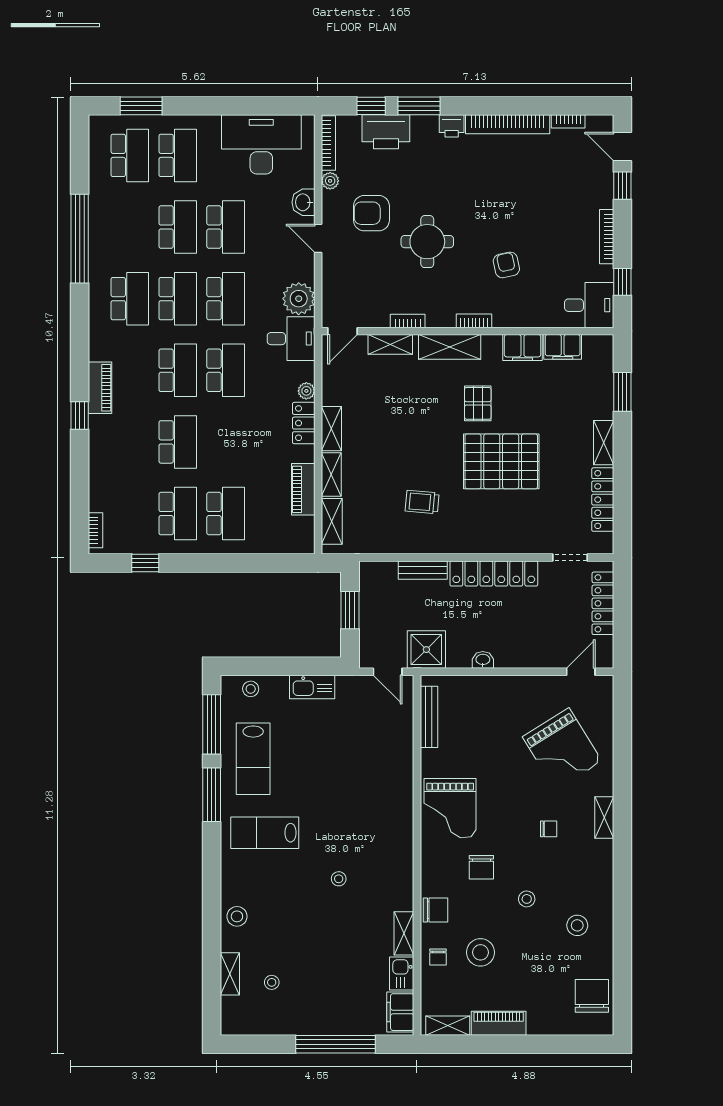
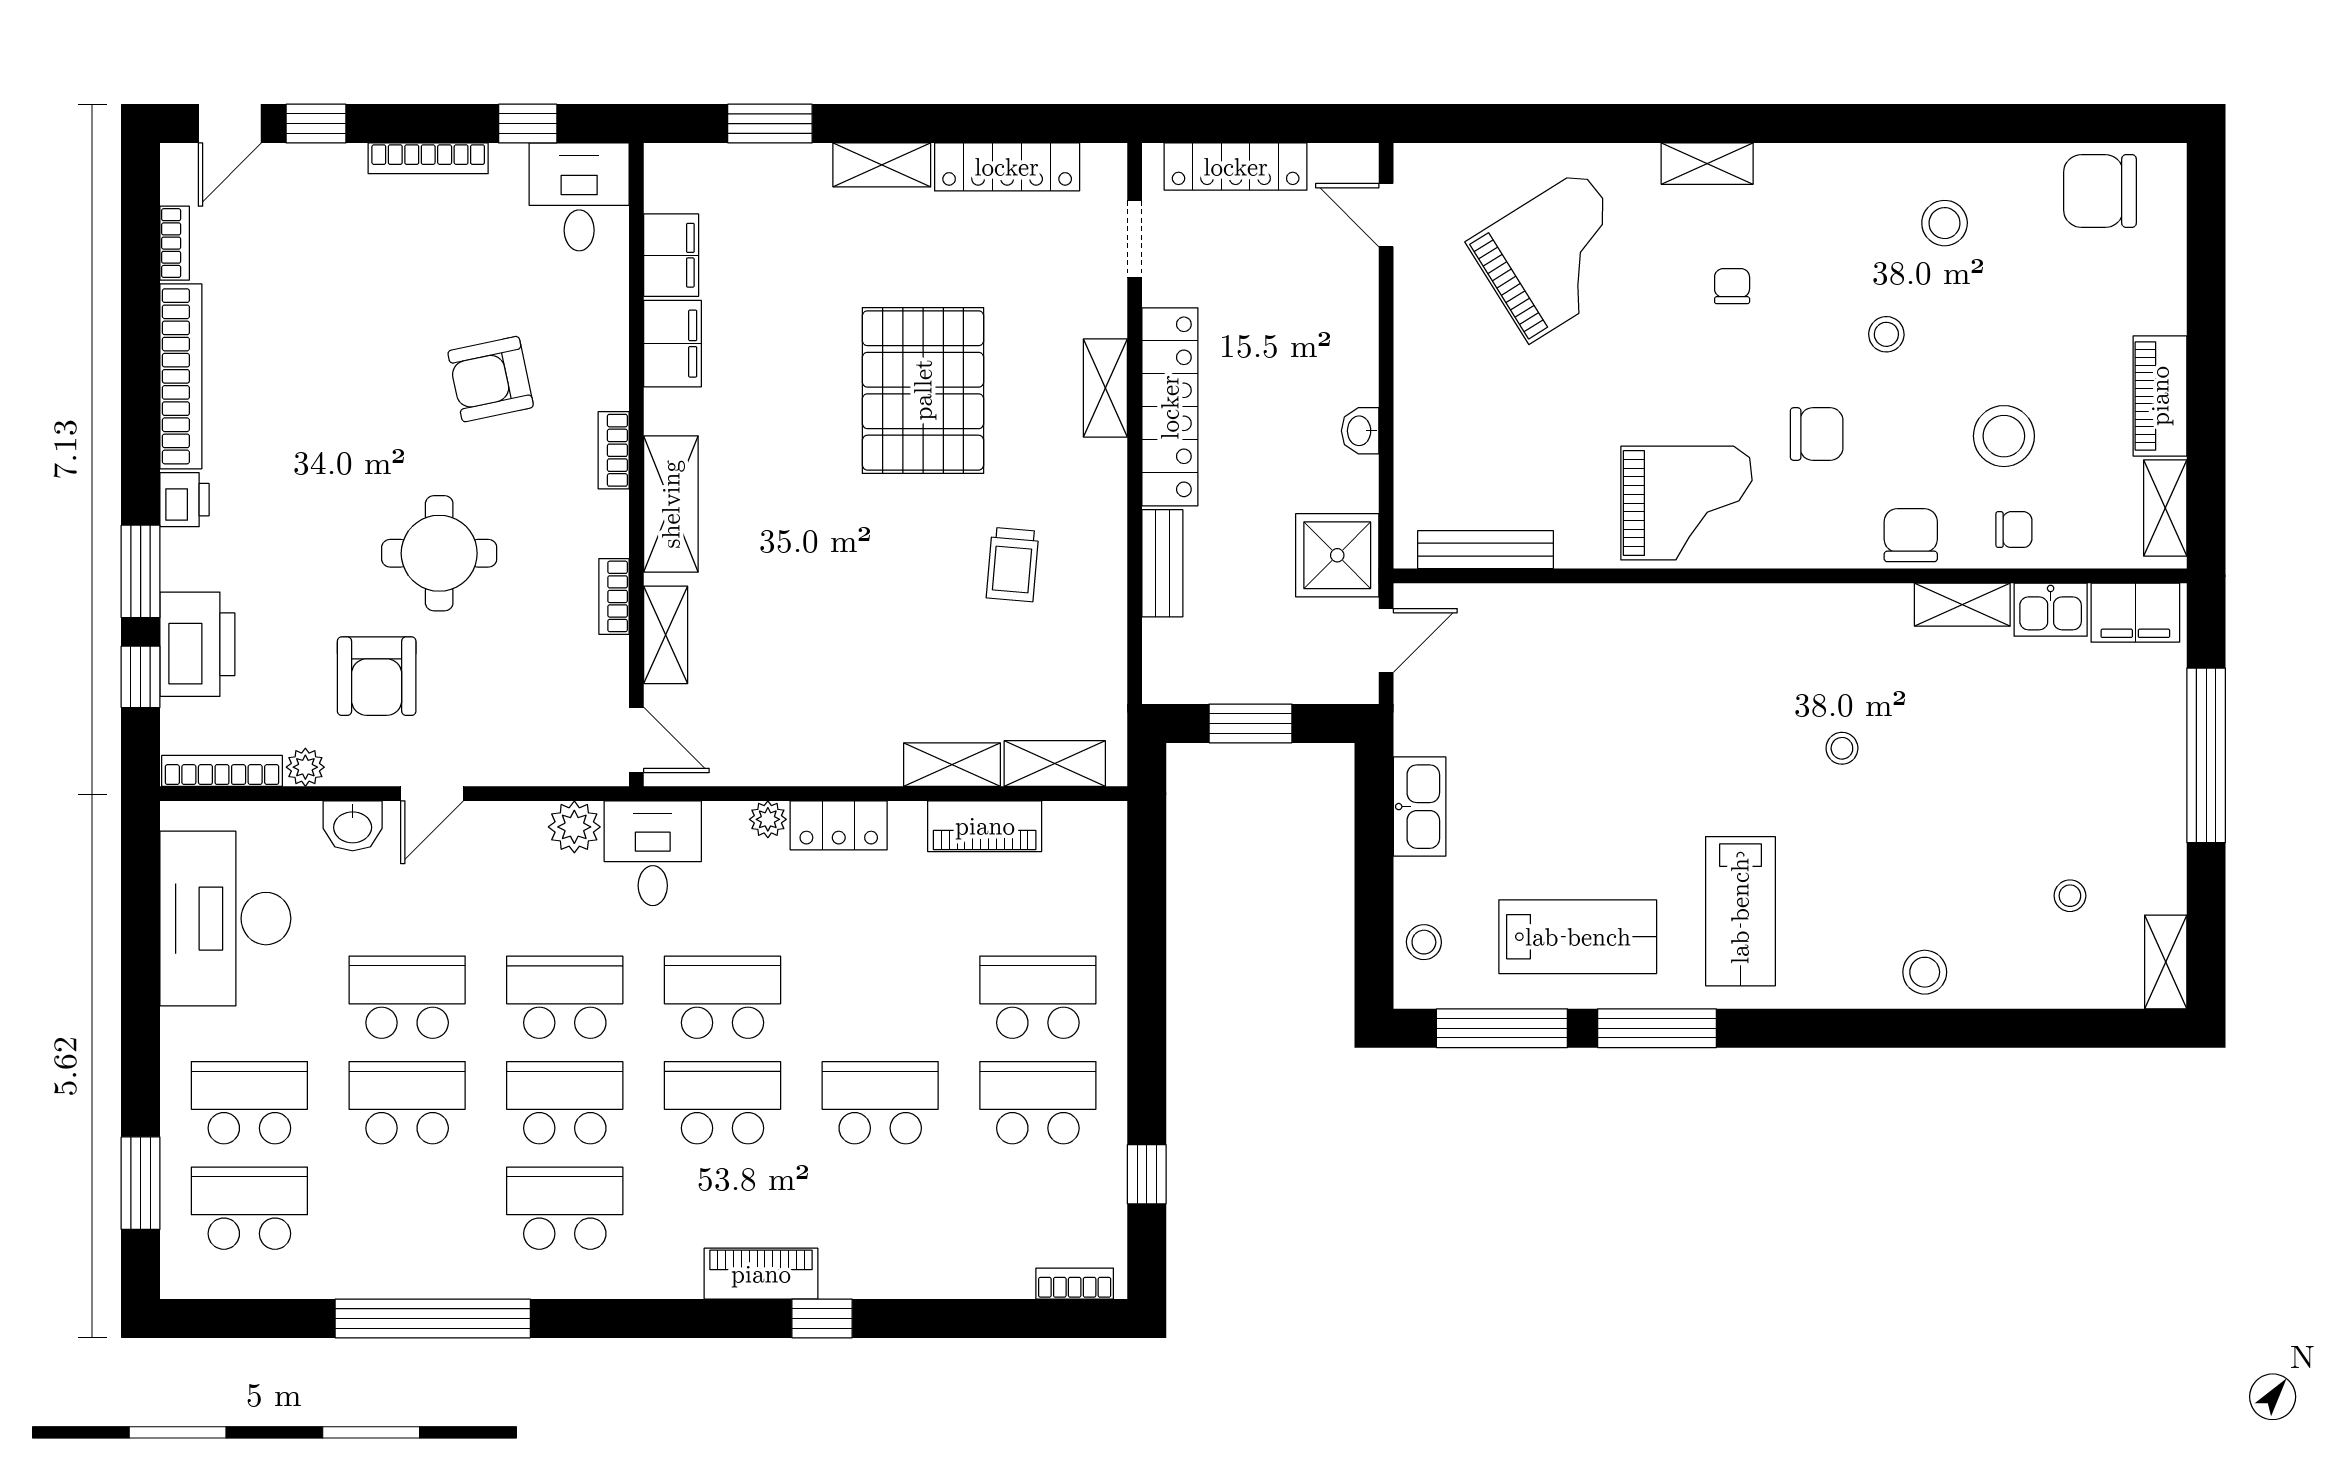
armchair: (506, 265) -> (491, 379), width x1.38, depth x1.38
plant: (299, 299) -> (574, 827), width x0.73, depth x0.73
pallet: (478, 403) -> (795, 442), removed
shelving: (331, 429) -> (1105, 388), moved, turned 90
shelving: (230, 974) -> (2166, 962), moved, turned 90

